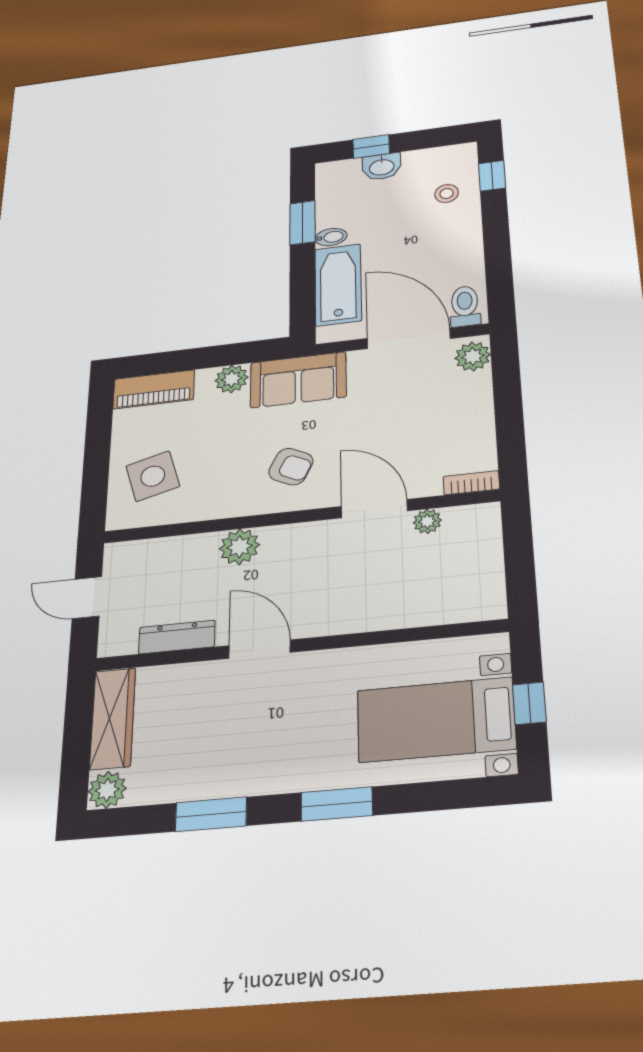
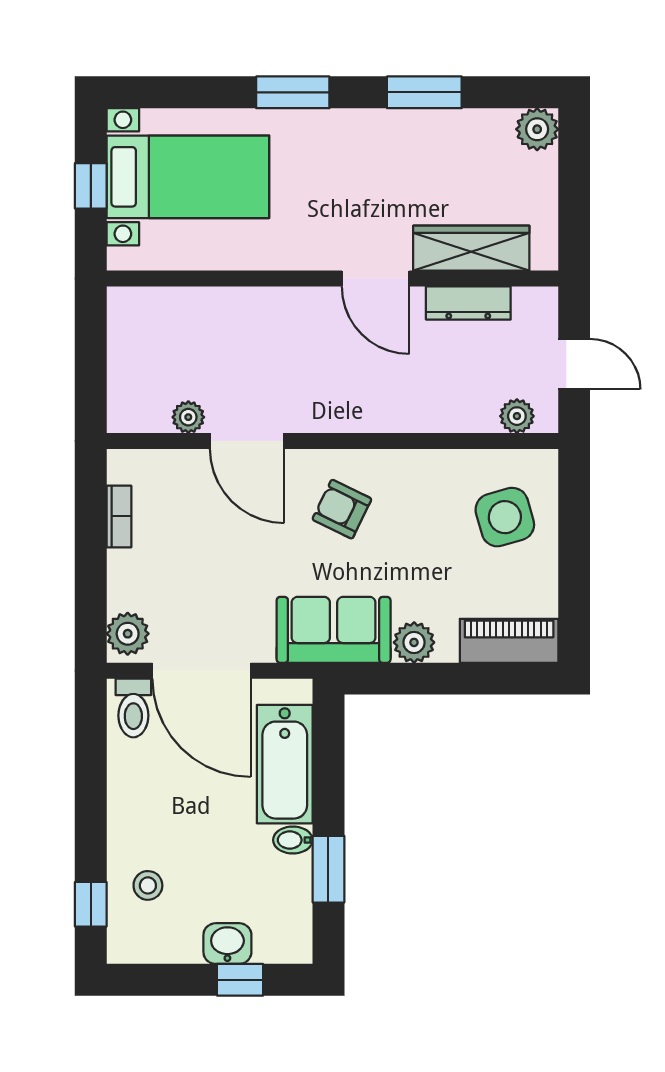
bookcase: (471, 483) -> (119, 516), moved, turned -90
plant: (239, 547) -> (517, 416), moved, width x0.73, depth x0.73
wardrobe: (113, 718) -> (471, 248), moved, turned 90

